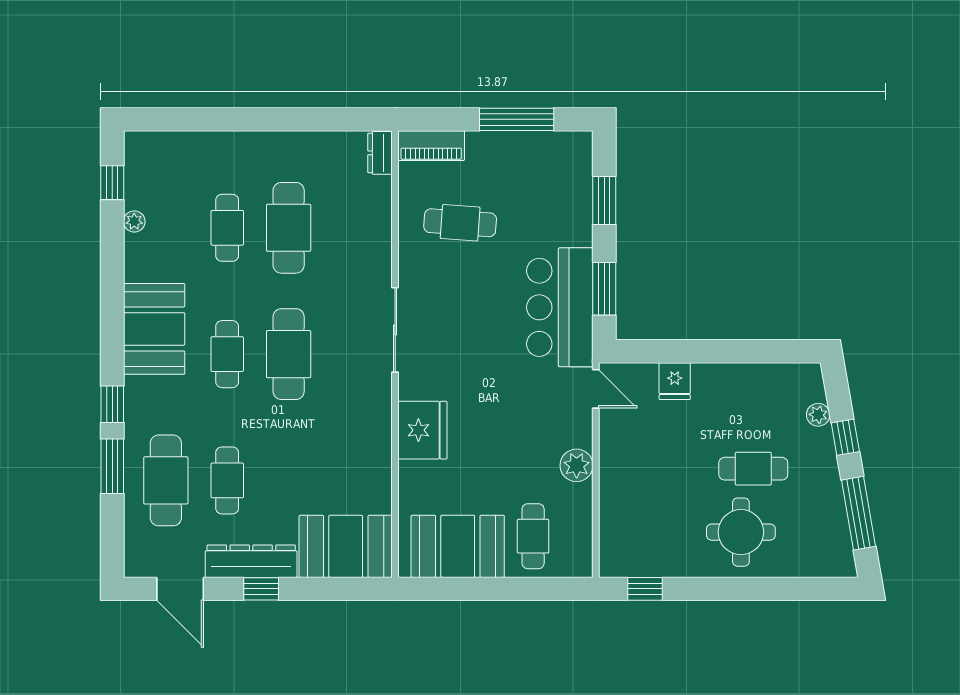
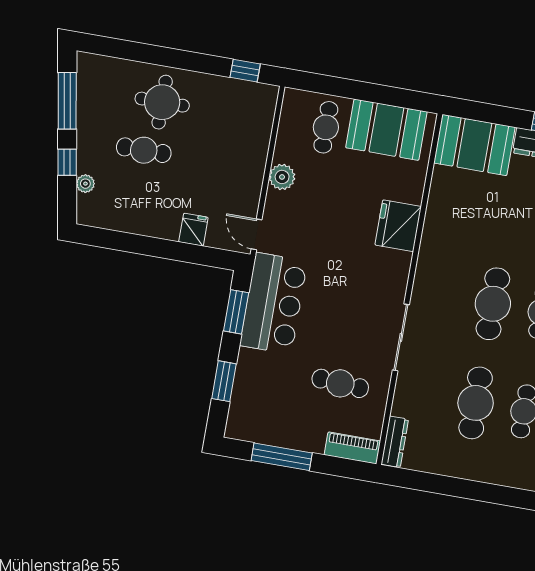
dresser: (380, 153) -> (395, 442), width x1.44
sliding door: (395, 330) -> (401, 337), moved

